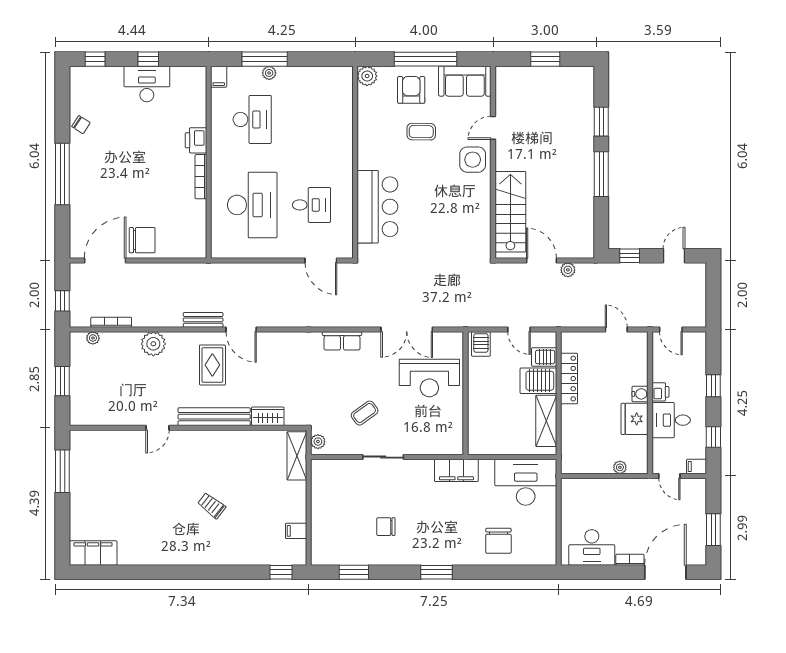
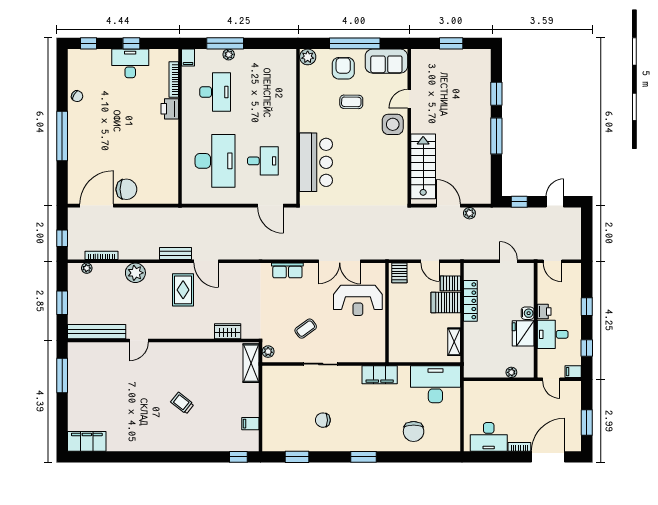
bookcase: (201, 177) -> (174, 80), moved
bench: (214, 417) -> (97, 332), moved
shelving: (546, 421) -> (454, 342), width x0.67, depth x0.75

